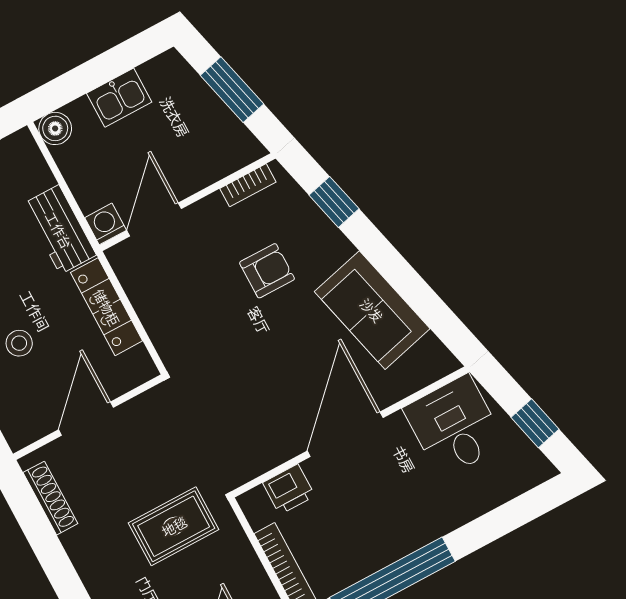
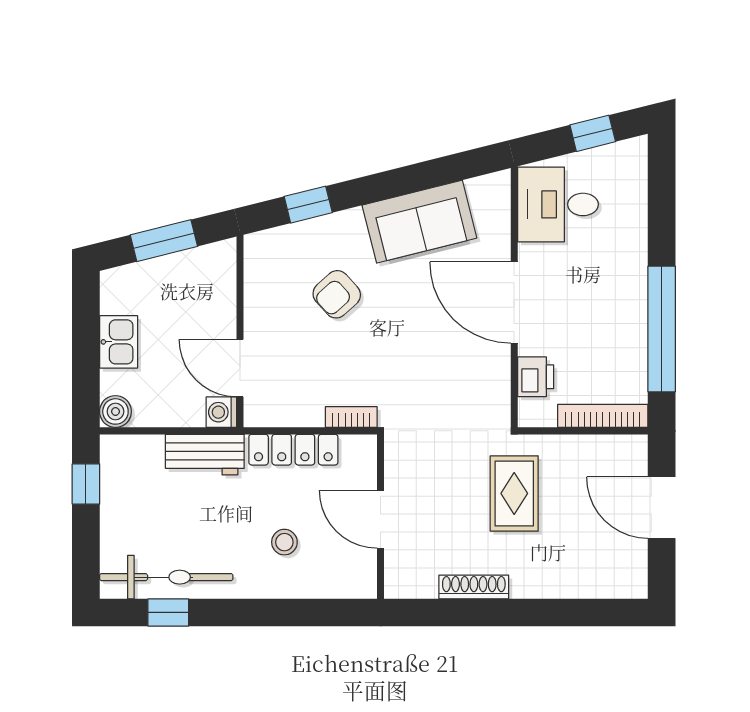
bookcase: (248, 185) -> (351, 417), moved, turned -90
armchair: (267, 271) -> (337, 294), turned -132
shoe rack: (50, 498) -> (474, 587), moved

